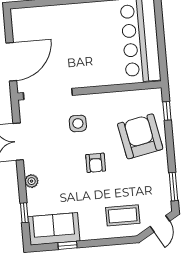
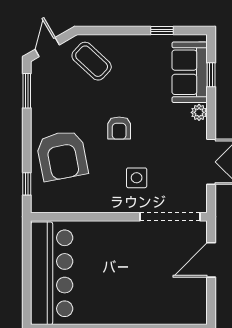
door: (11, 62) -> (211, 260), width x0.73
armchair: (96, 163) -> (119, 128), turned 180
coffee table: (123, 215) -> (92, 61), turned 43
sofa: (54, 229) -> (190, 72), moved, turned 90

